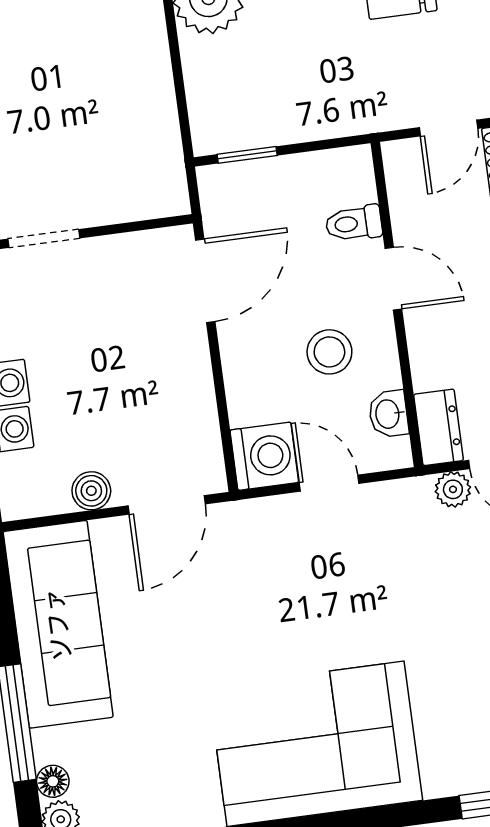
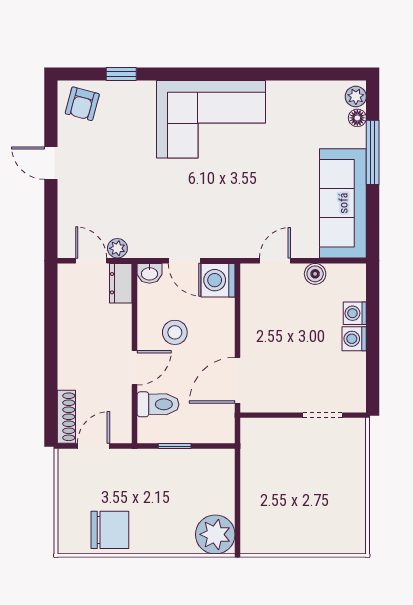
window: (247, 155) -> (175, 446), moved
toilet: (354, 223) -> (158, 404), width x1.37, depth x1.39
door: (393, 279) -> (135, 368), swing flipped
washbasin: (388, 414) -> (149, 273), moved, turned 90
door: (167, 505) -> (275, 261), width x0.73

